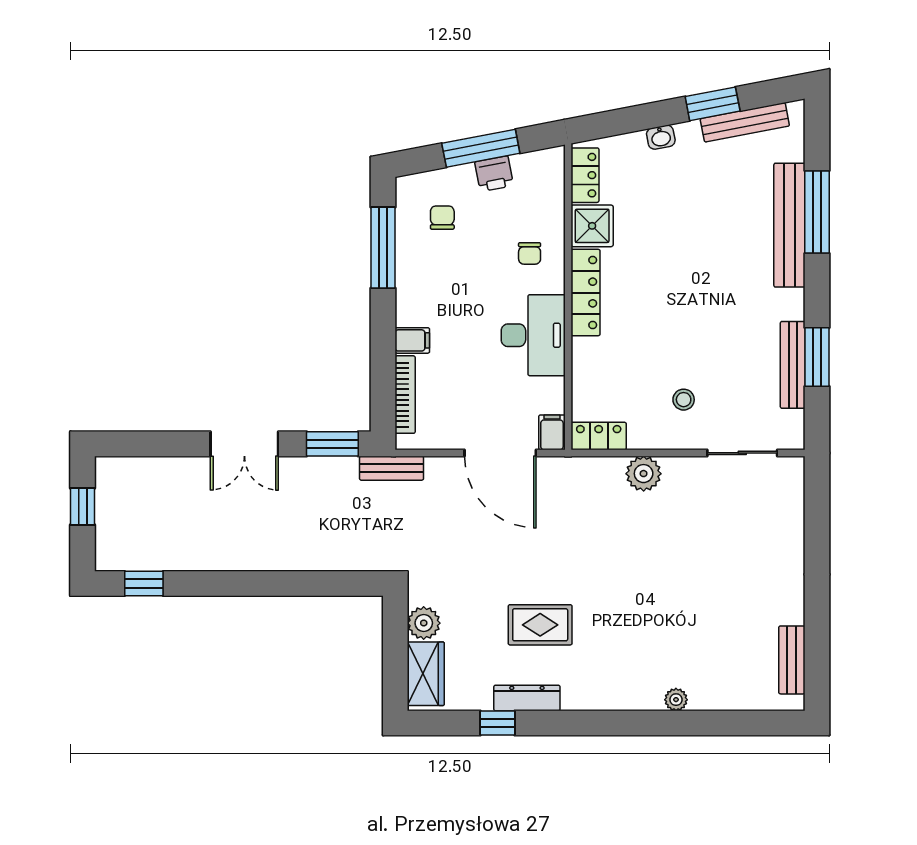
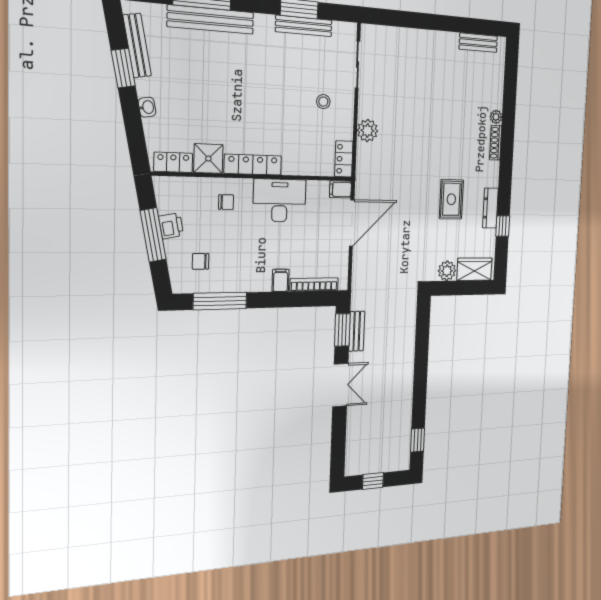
bench: (392, 468) -> (357, 331), moved
shoe rack: (634, 701) -> (496, 143), added

